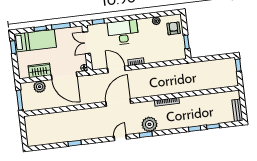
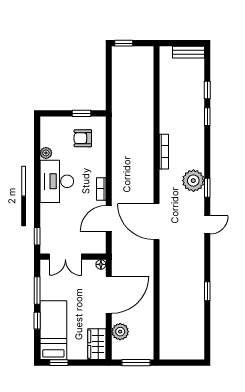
armchair: (174, 28) -> (83, 138), moved
desk: (123, 32) -> (57, 181), moved
wardrobe: (39, 70) -> (97, 344), moved
door: (120, 138) -> (207, 225), swing flipped

